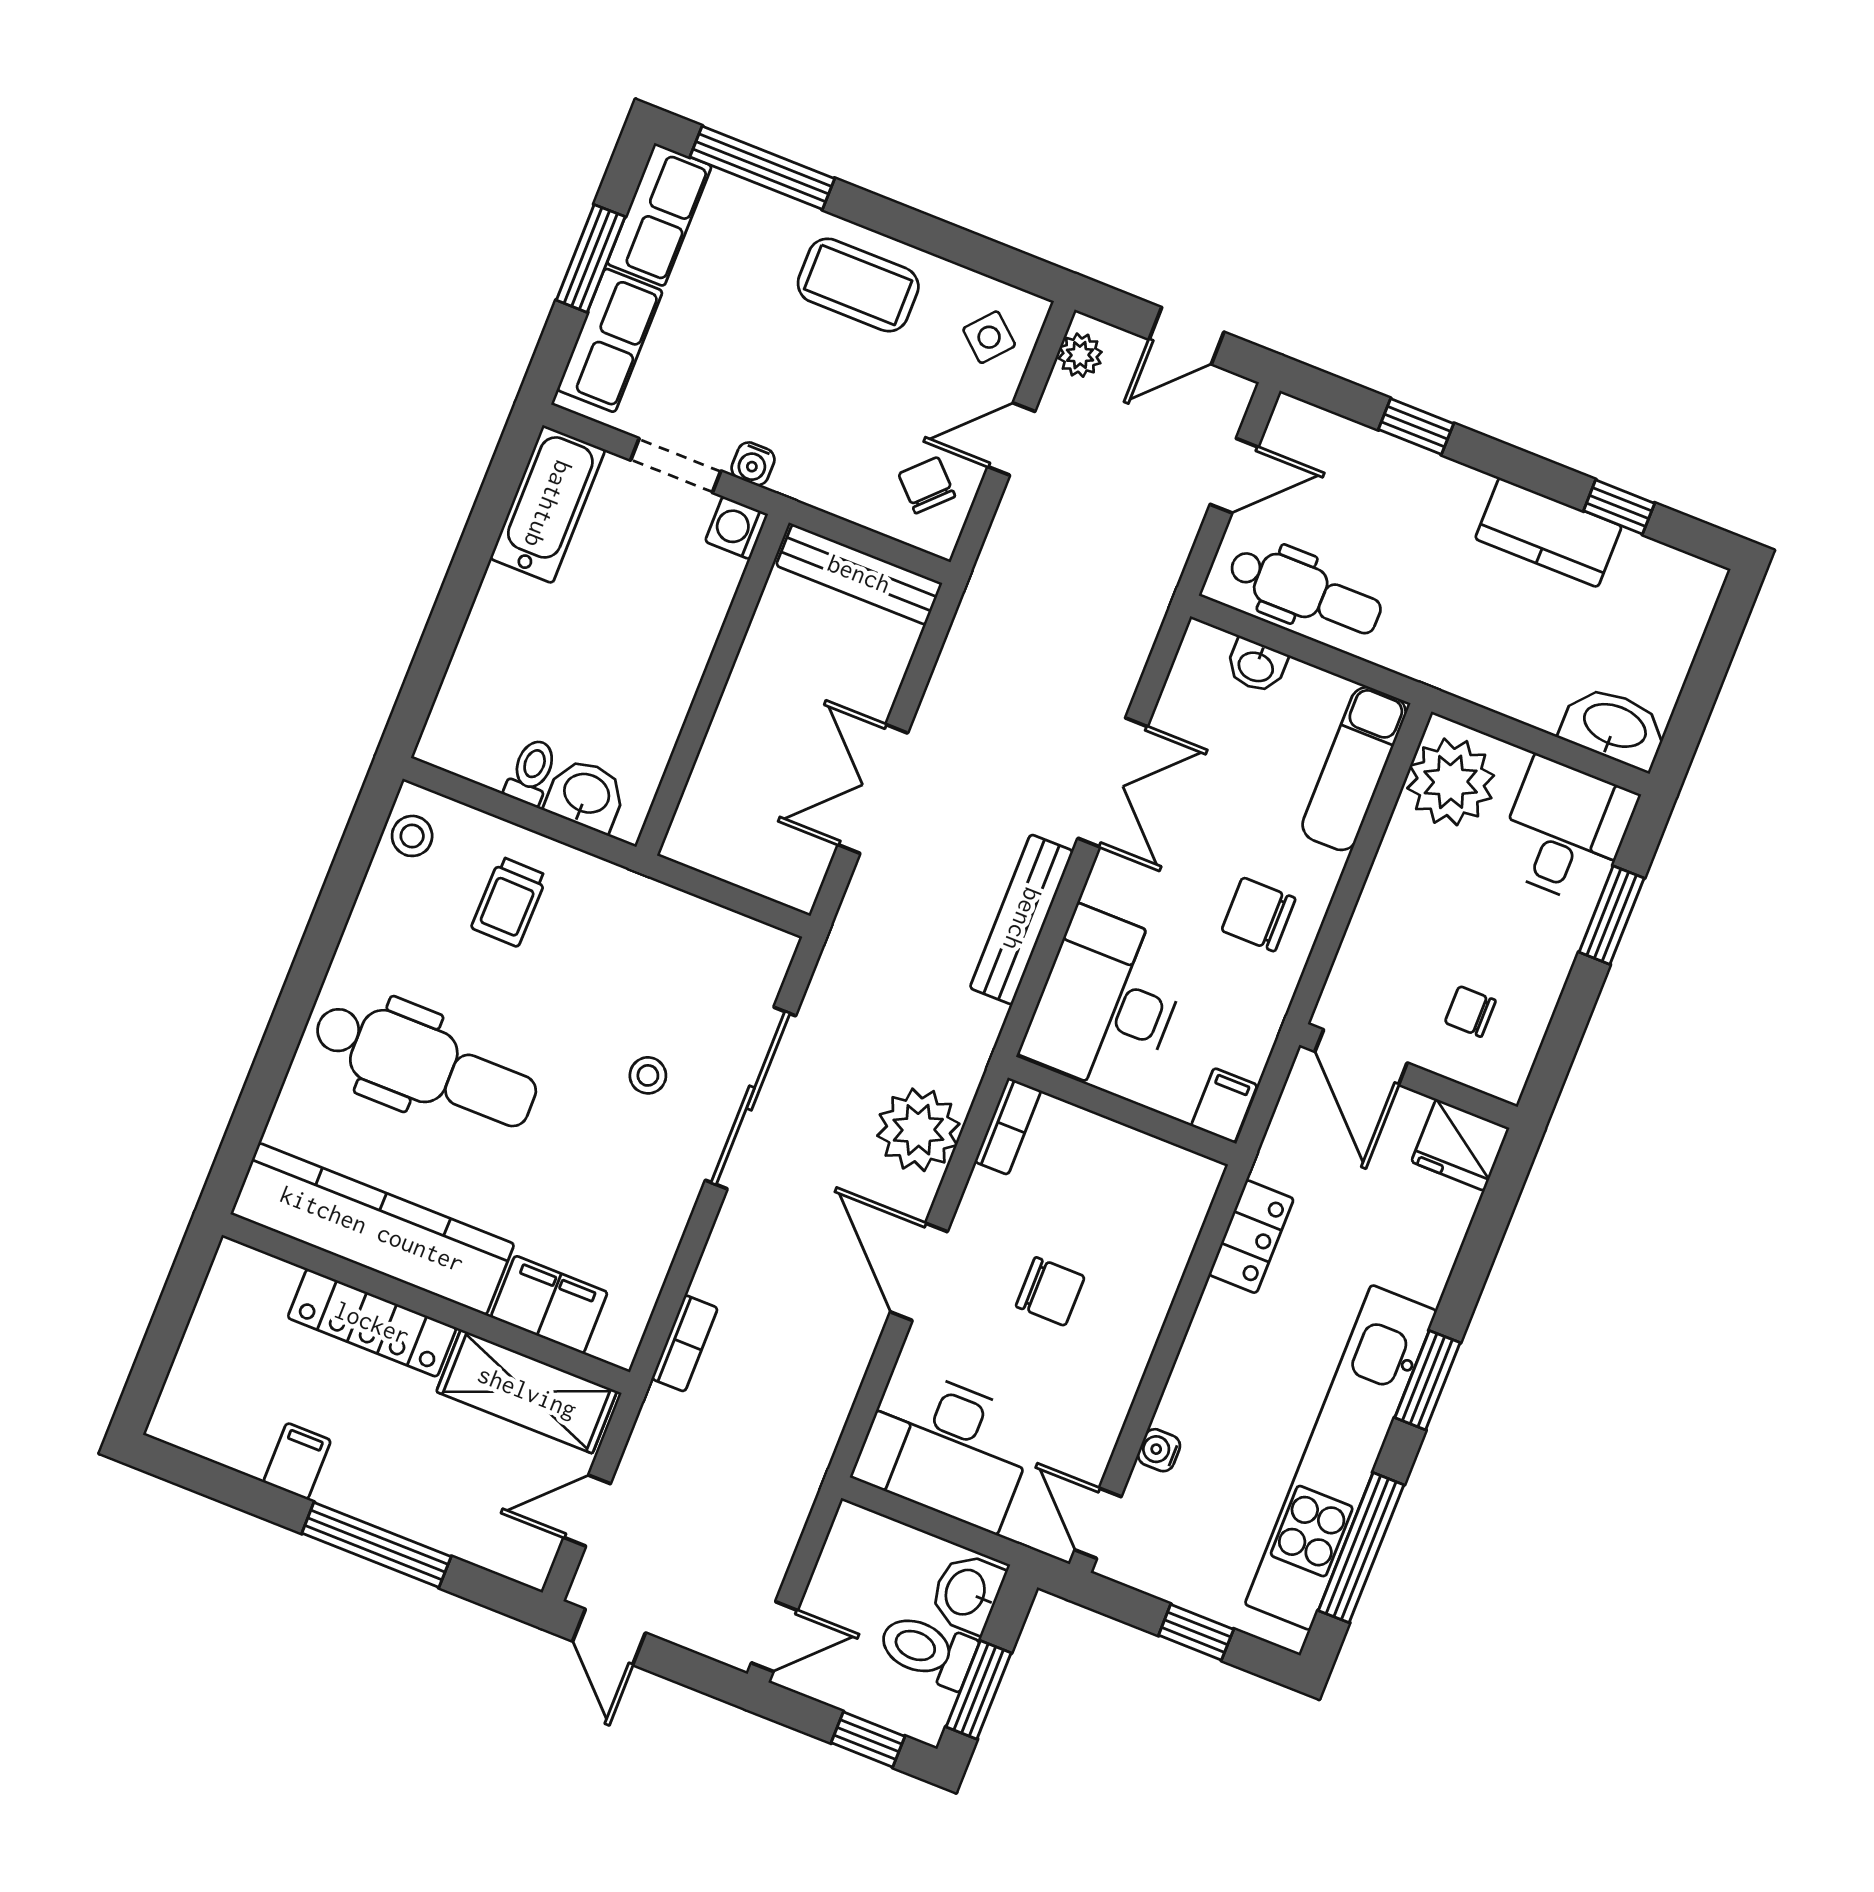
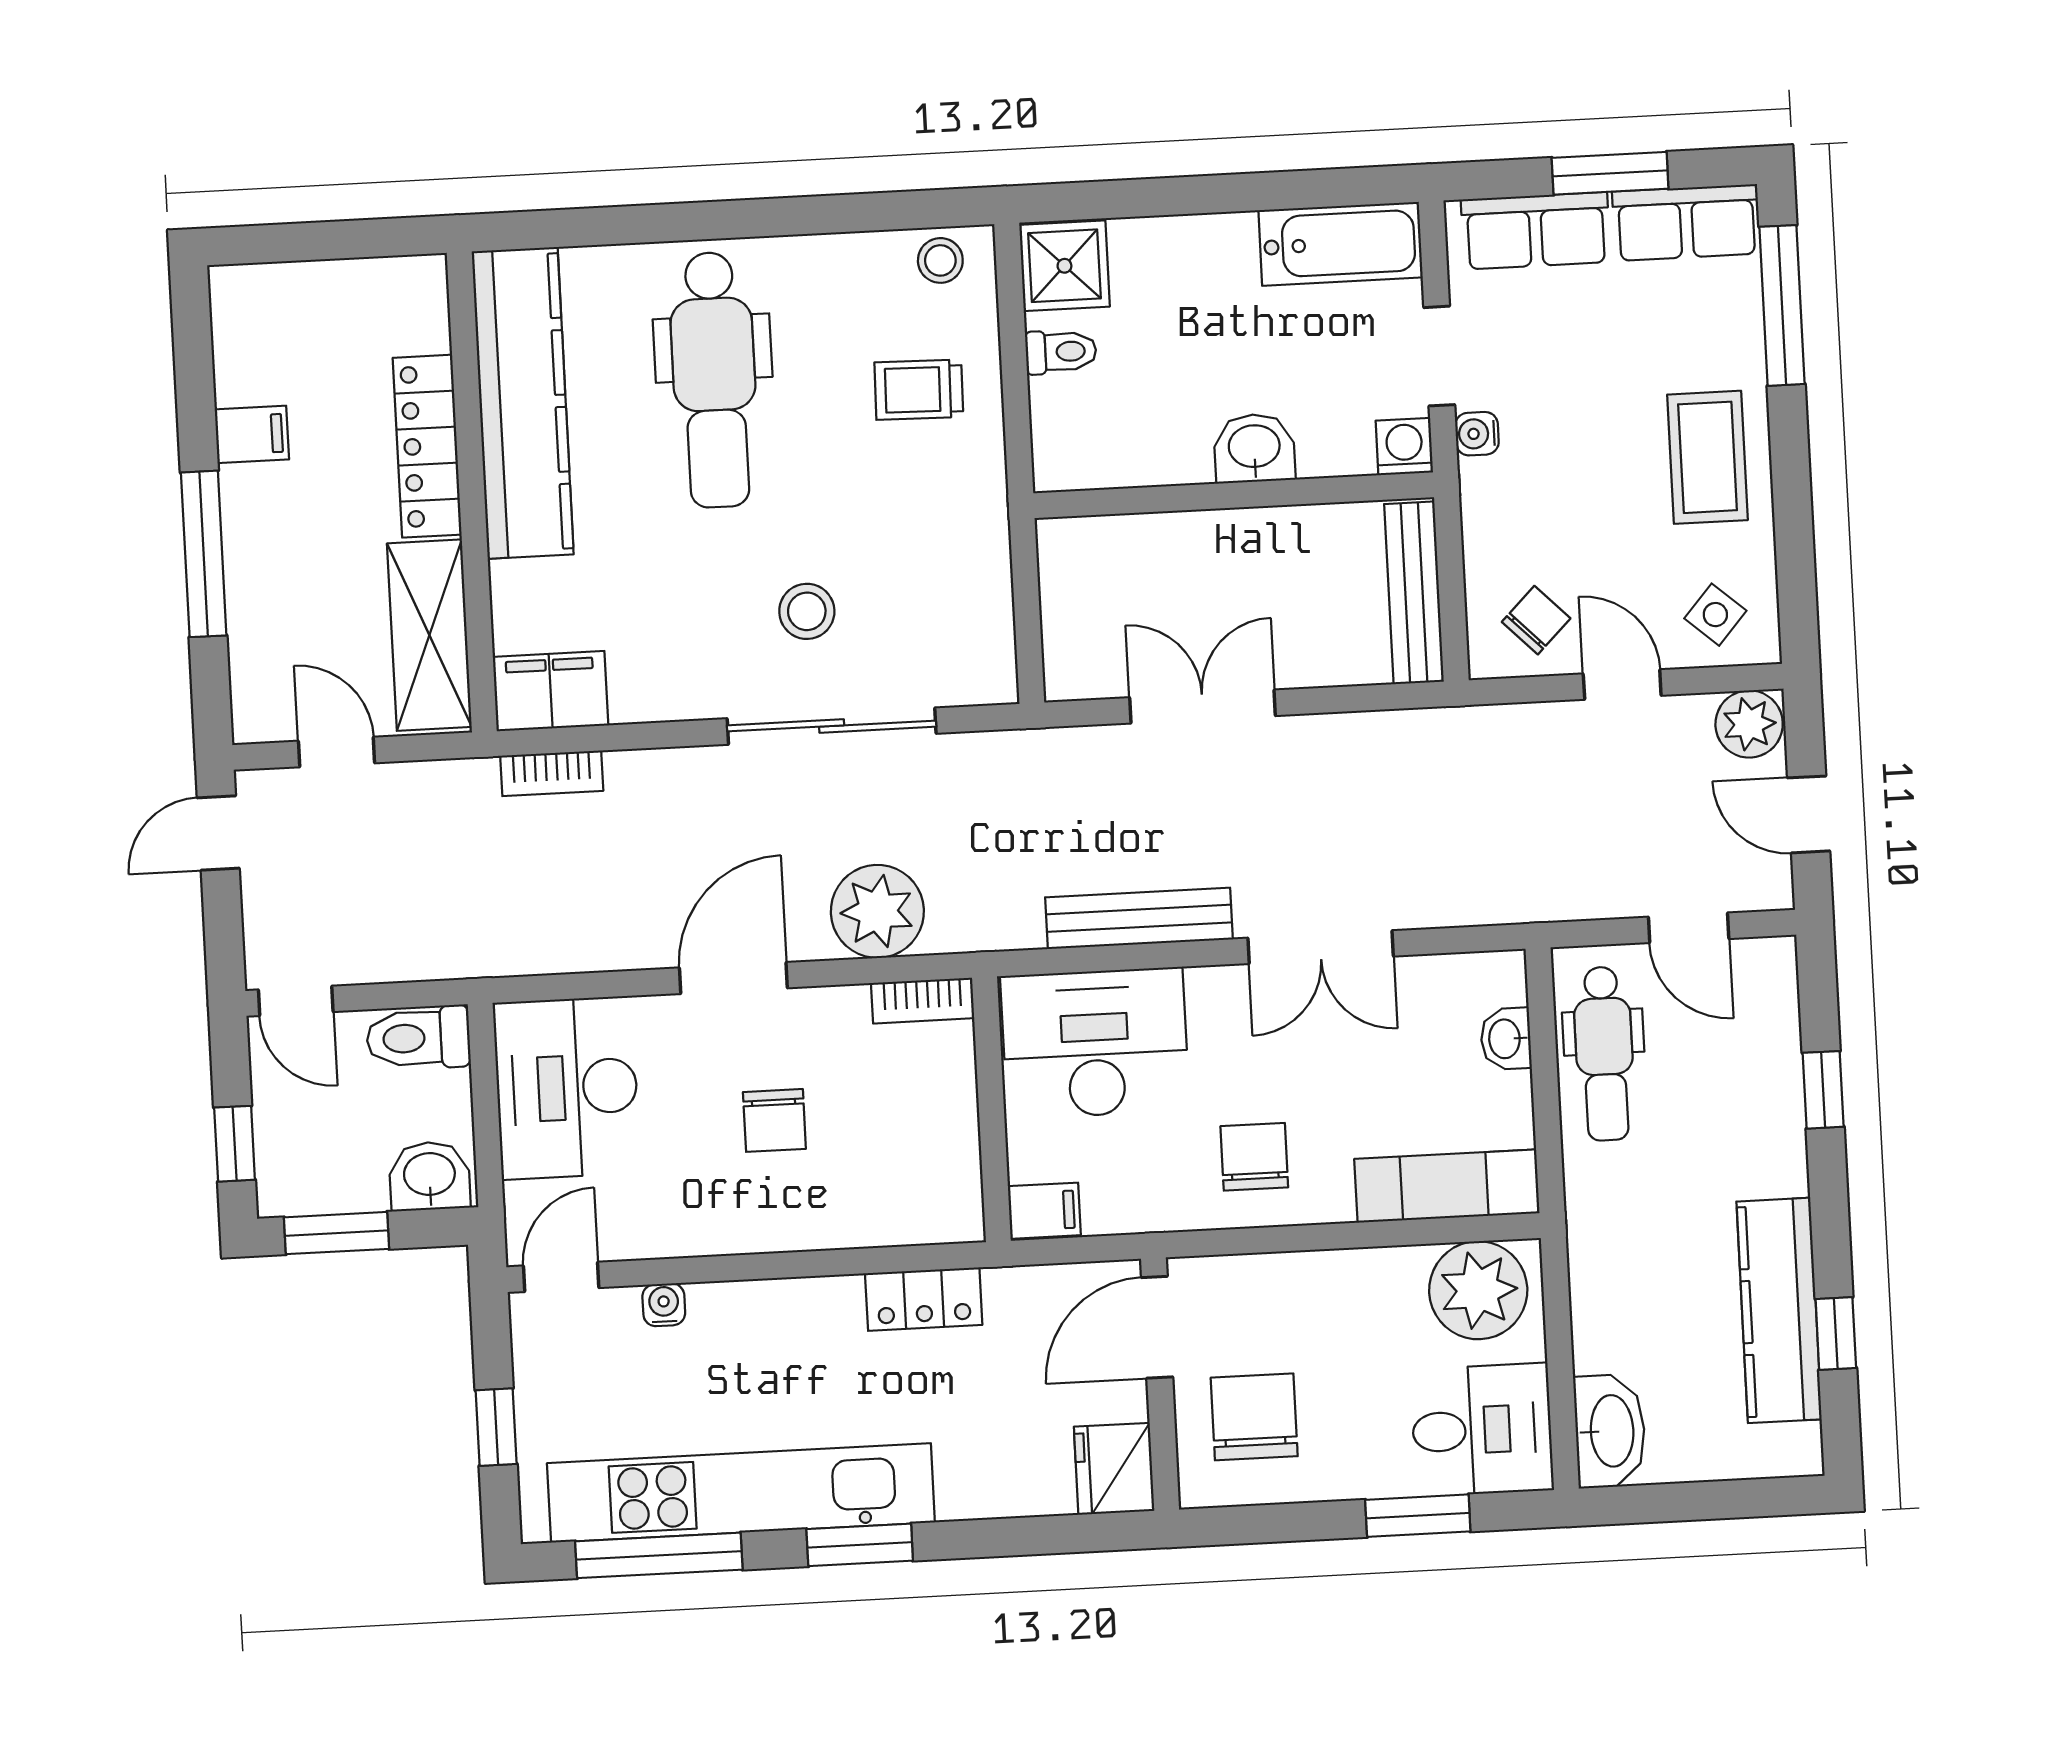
plant: (1080, 355) -> (1749, 724), width x1.38, depth x1.38
kitchen counter: (1548, 532) -> (1779, 1310), width x1.50
shower: (463, 737) -> (1064, 266), added
washbasin: (586, 795) -> (1254, 448), moved, turned -90
chair: (1470, 1011) -> (1254, 1417), width x1.87, depth x1.87
stool: (648, 1075) -> (807, 611), width x1.37, depth x1.37
filing cabinet: (549, 1305) -> (551, 691), moved, turned -90
toilet: (927, 1650) -> (418, 1038), moved, turned -90

